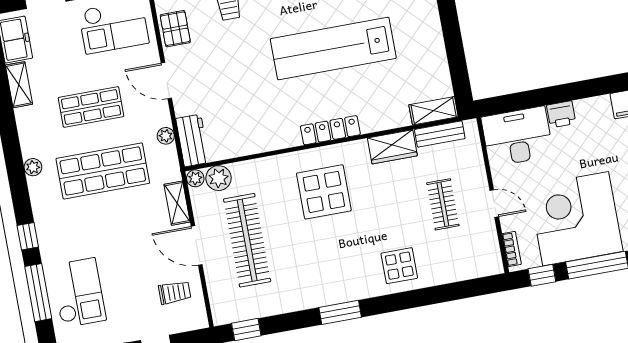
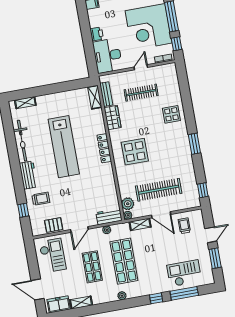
clothes rail: (443, 204) -> (141, 93), width x1.36
door: (197, 245) -> (161, 215), hinge flipped

